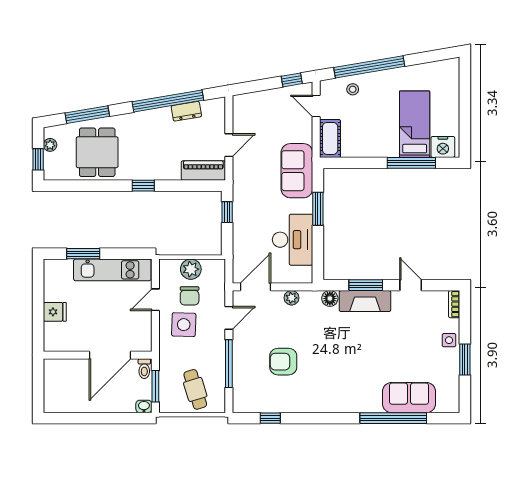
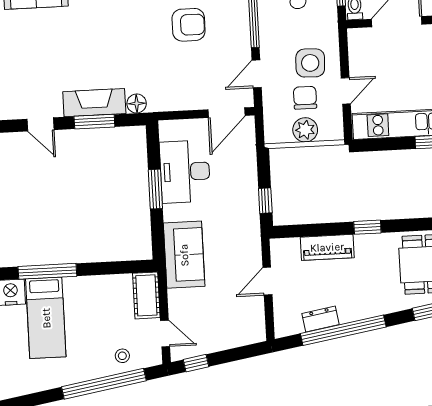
piano: (203, 170) -> (327, 247), moved
window: (318, 209) -> (155, 189), moved
plant: (292, 298) -> (183, 102), removed

